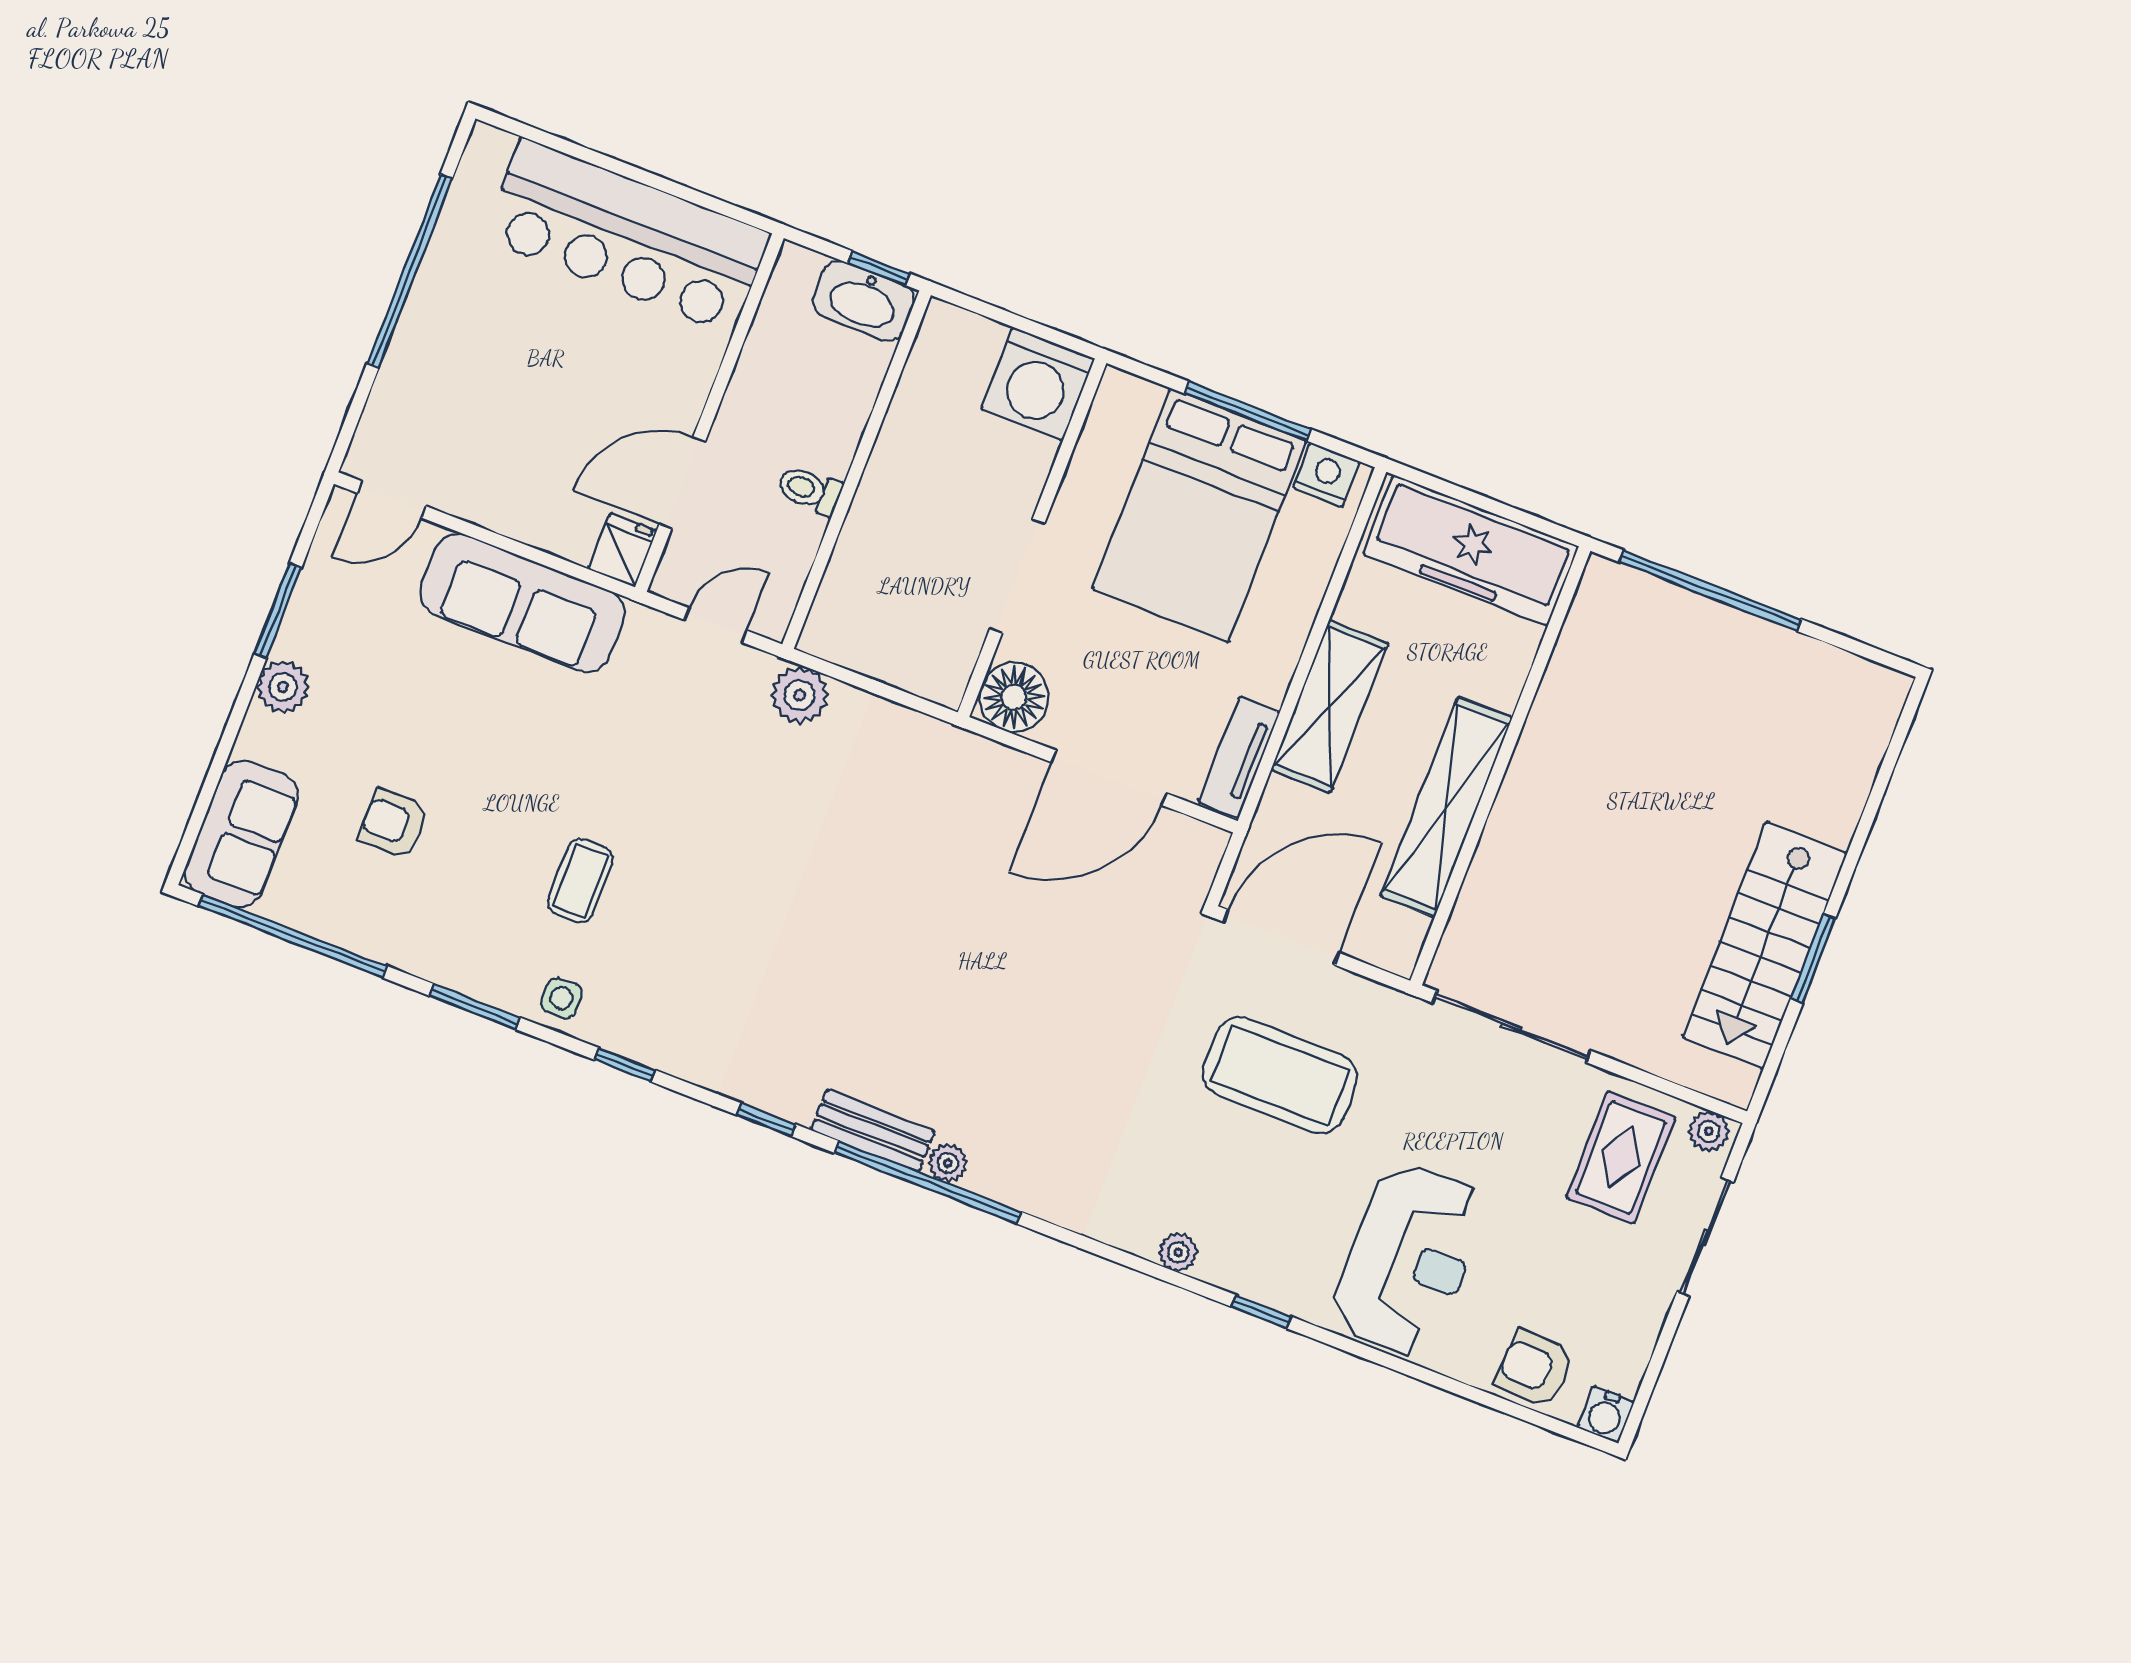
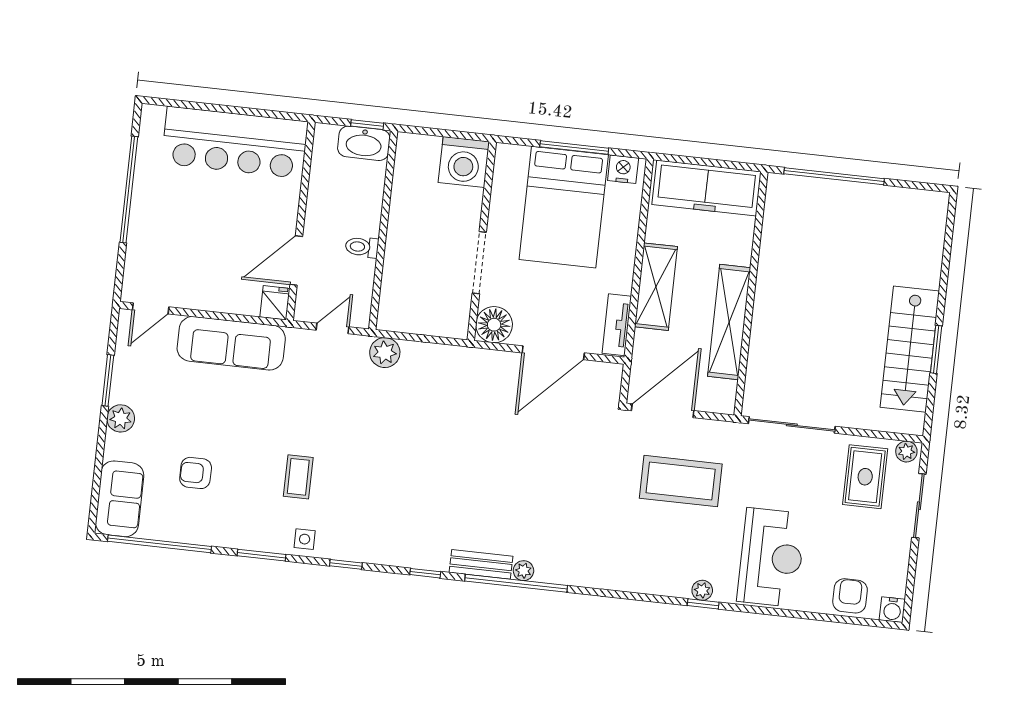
plant: (1178, 1252) -> (702, 590), moved
armchair: (1535, 1369) -> (850, 596), turned 87

